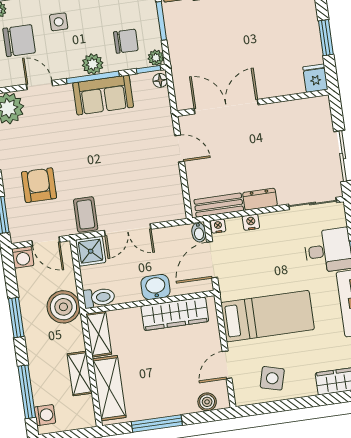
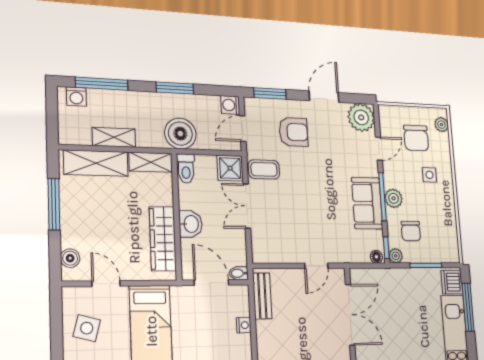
dresser: (260, 199) -> (264, 337), removed
nightstand: (218, 226) -> (243, 293), removed

